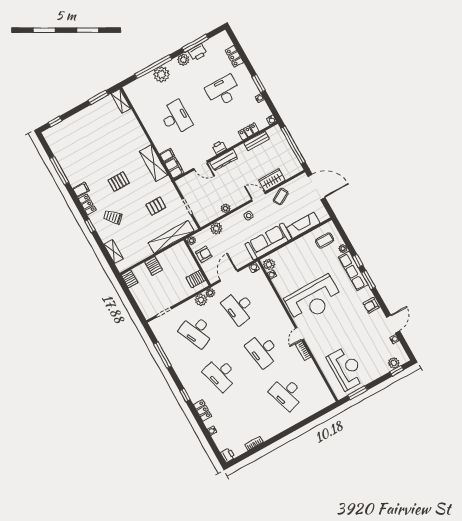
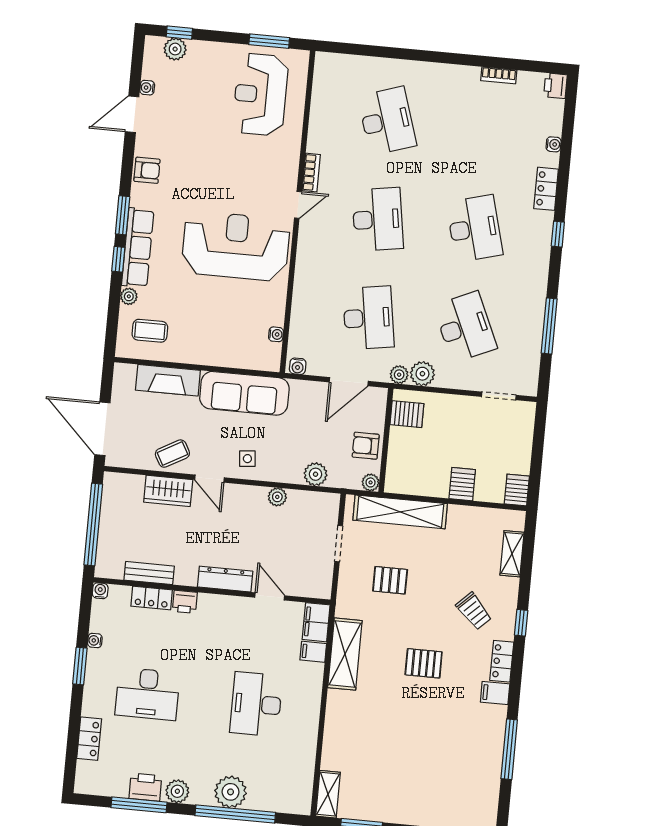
printer: (219, 148) -> (185, 602), moved
plant: (269, 265) -> (270, 354), removed

